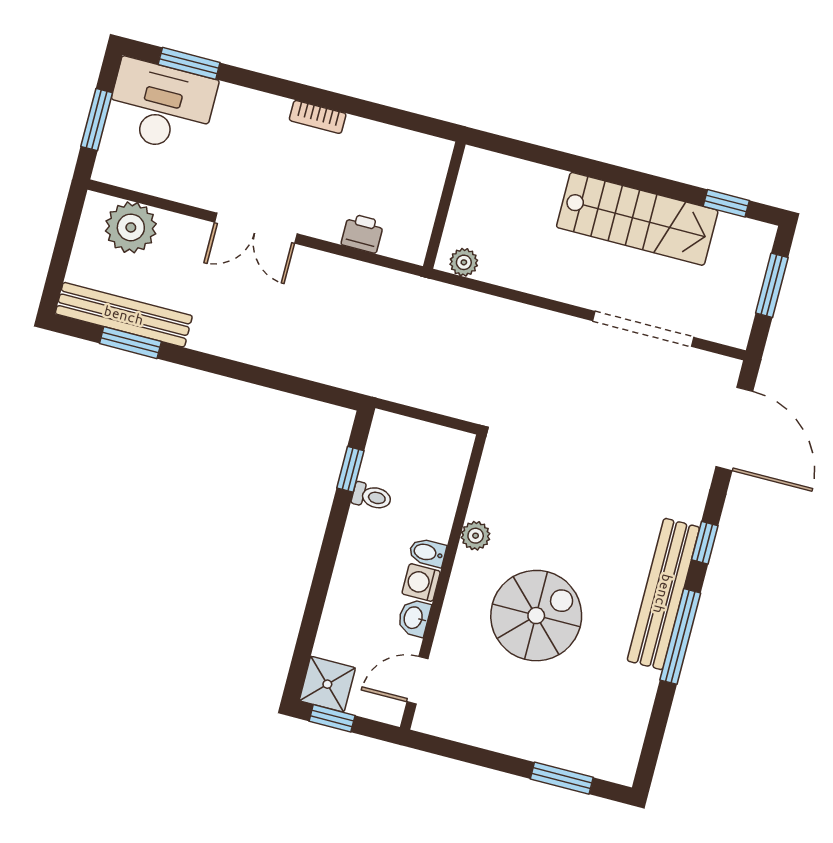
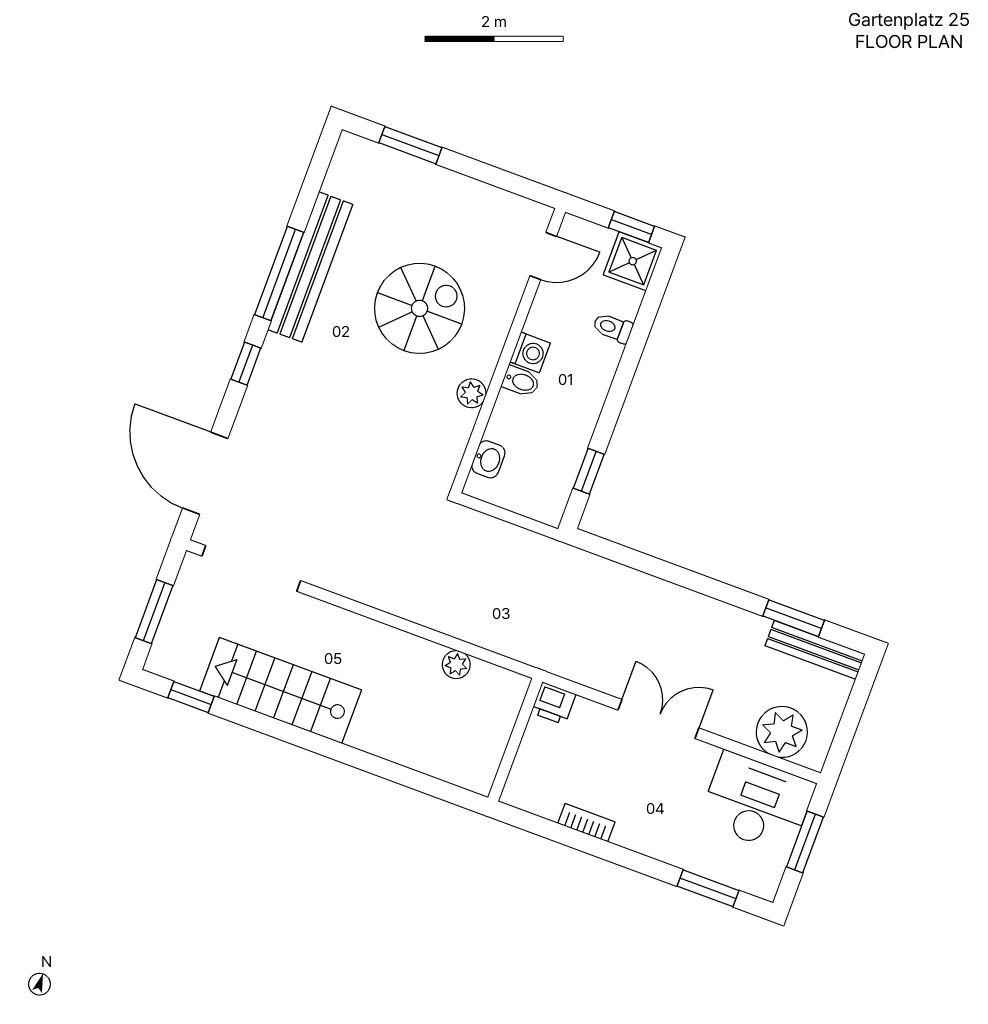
desk: (161, 106) -> (757, 803), moved, turned 180
wall: (444, 205) -> (515, 740), moved
bench: (124, 315) -> (815, 650), width x0.73, depth x0.82
doorway: (643, 329) -> (251, 568), moved
toilet: (372, 497) -> (613, 328), moved
bench: (663, 594) -> (310, 267), moved
spiral stairs: (536, 616) -> (420, 308), turned 180
washbasin: (414, 618) -> (488, 459), moved

